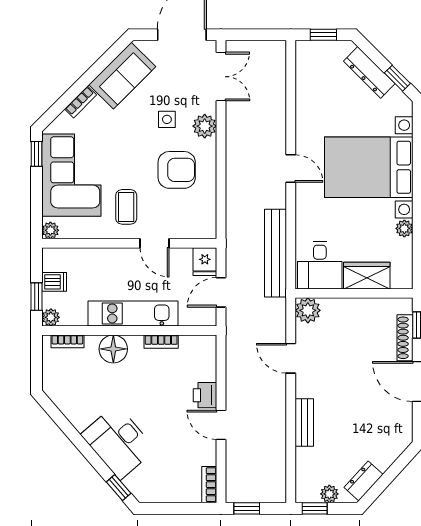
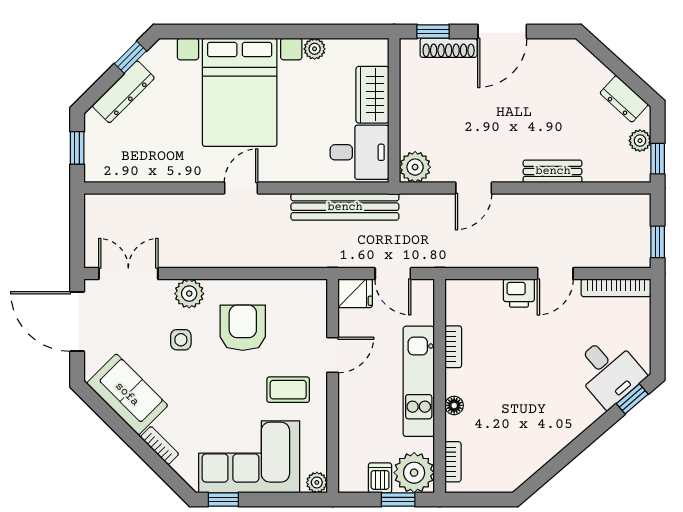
plant: (51, 317) -> (414, 473), width x1.88, depth x1.88
floor lamp: (113, 349) -> (454, 405), width x0.53, depth x0.53
desk: (118, 442) -> (609, 371), moved, width x0.73
bookcase: (209, 485) -> (616, 288), width x1.56

